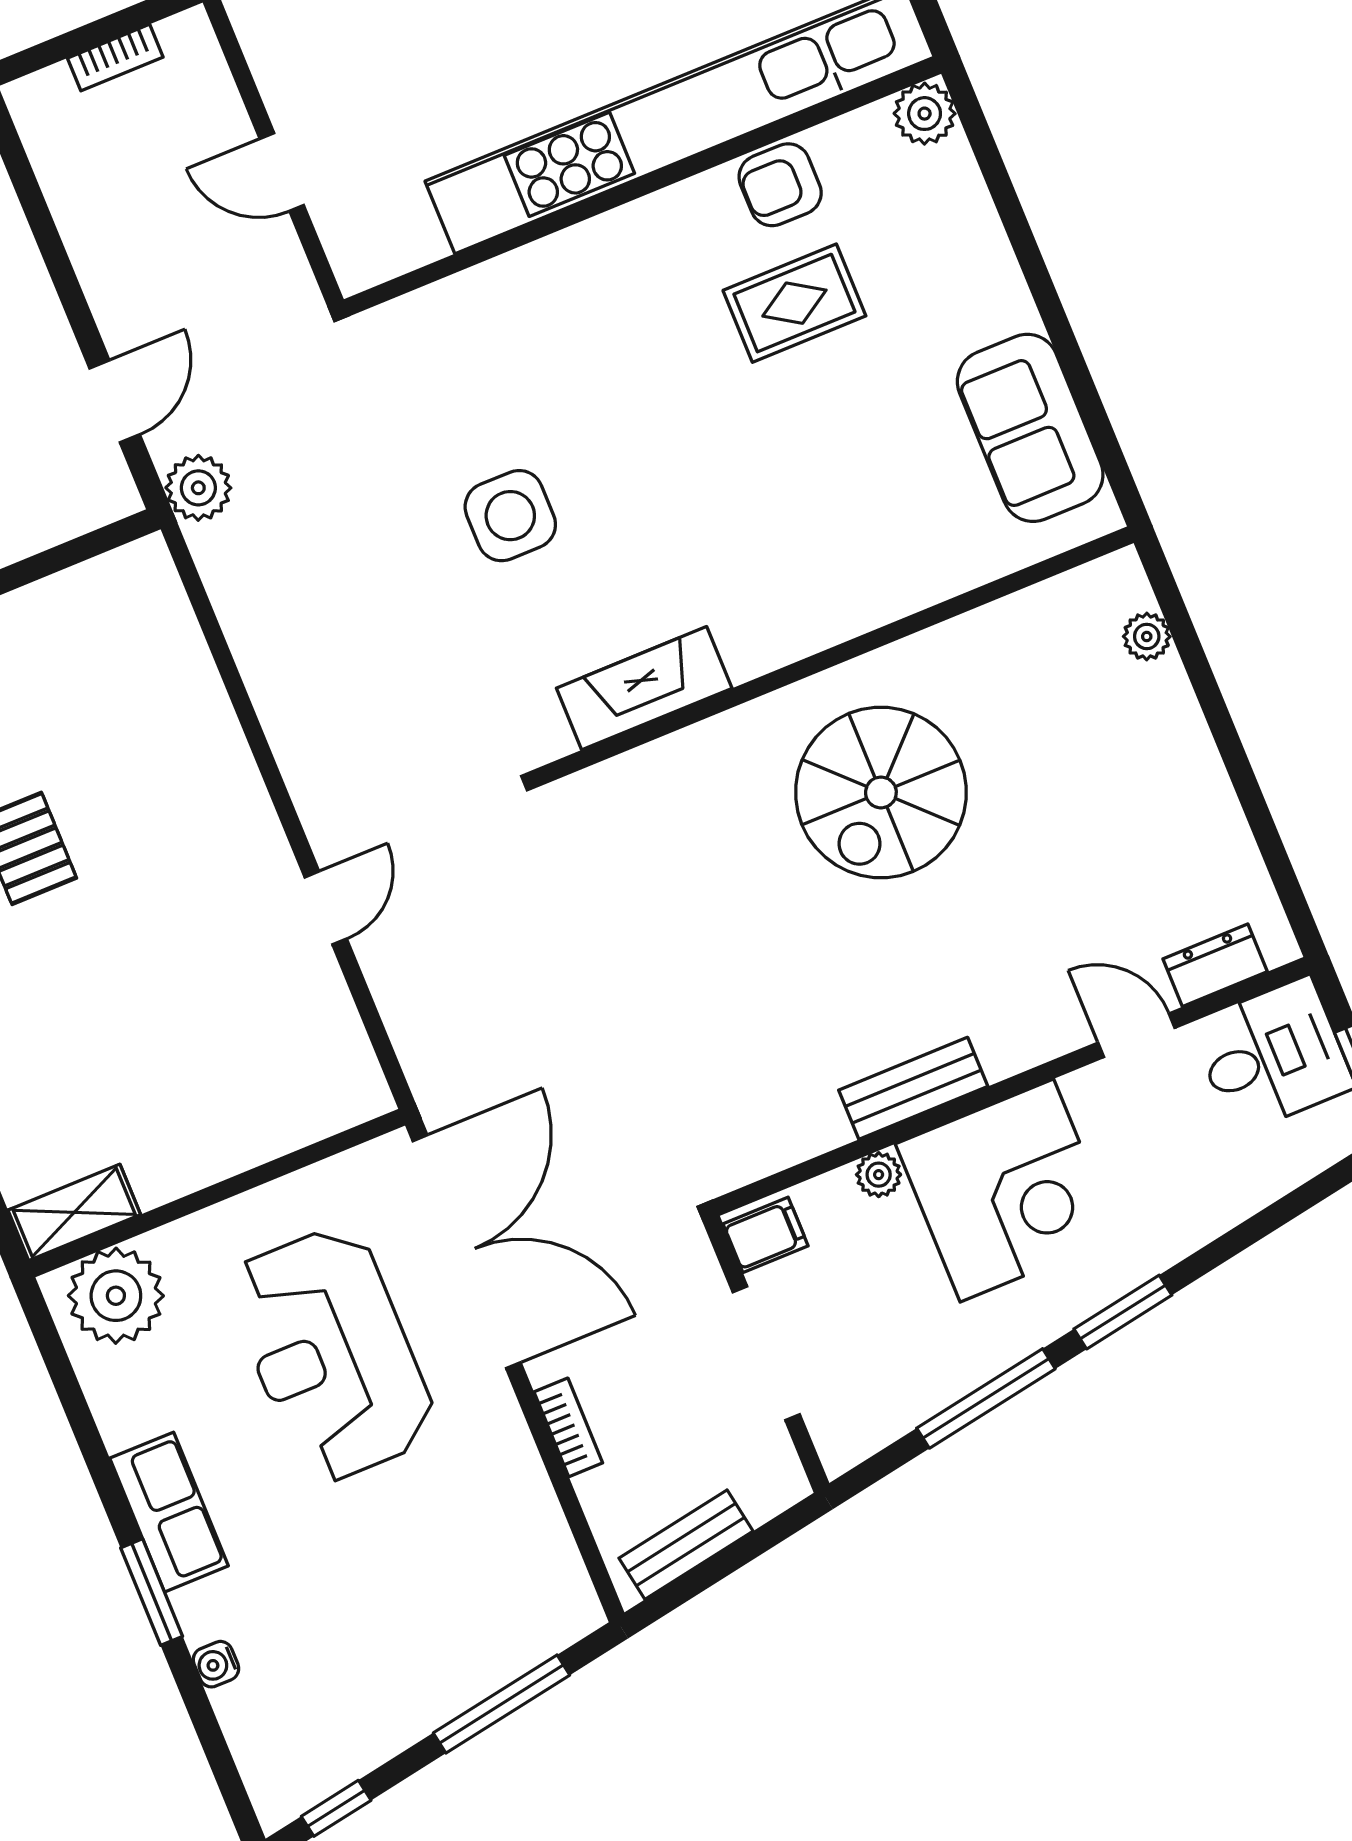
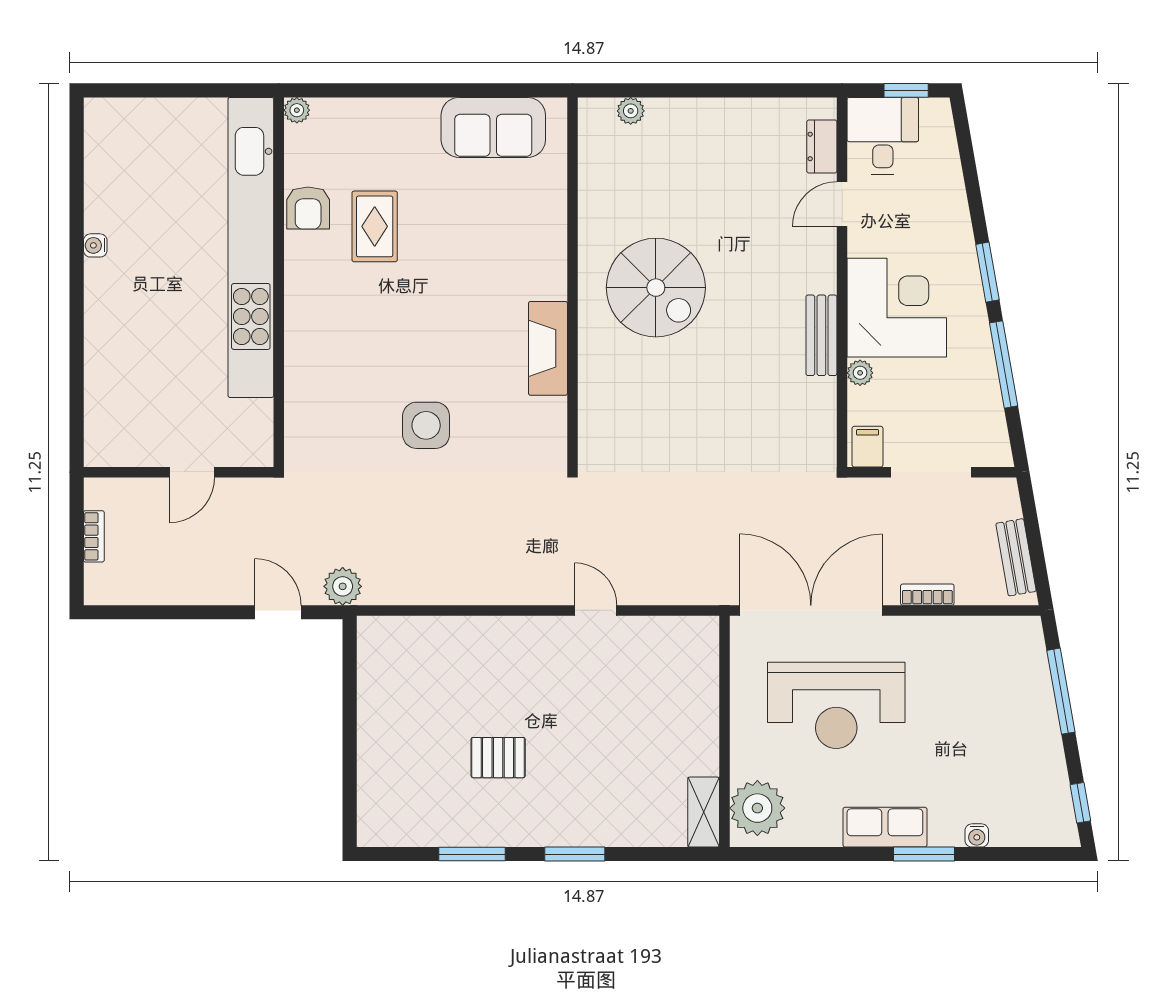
plant: (925, 114) -> (297, 110), width x0.73, depth x0.73
fireplace: (644, 688) -> (548, 348), moved

